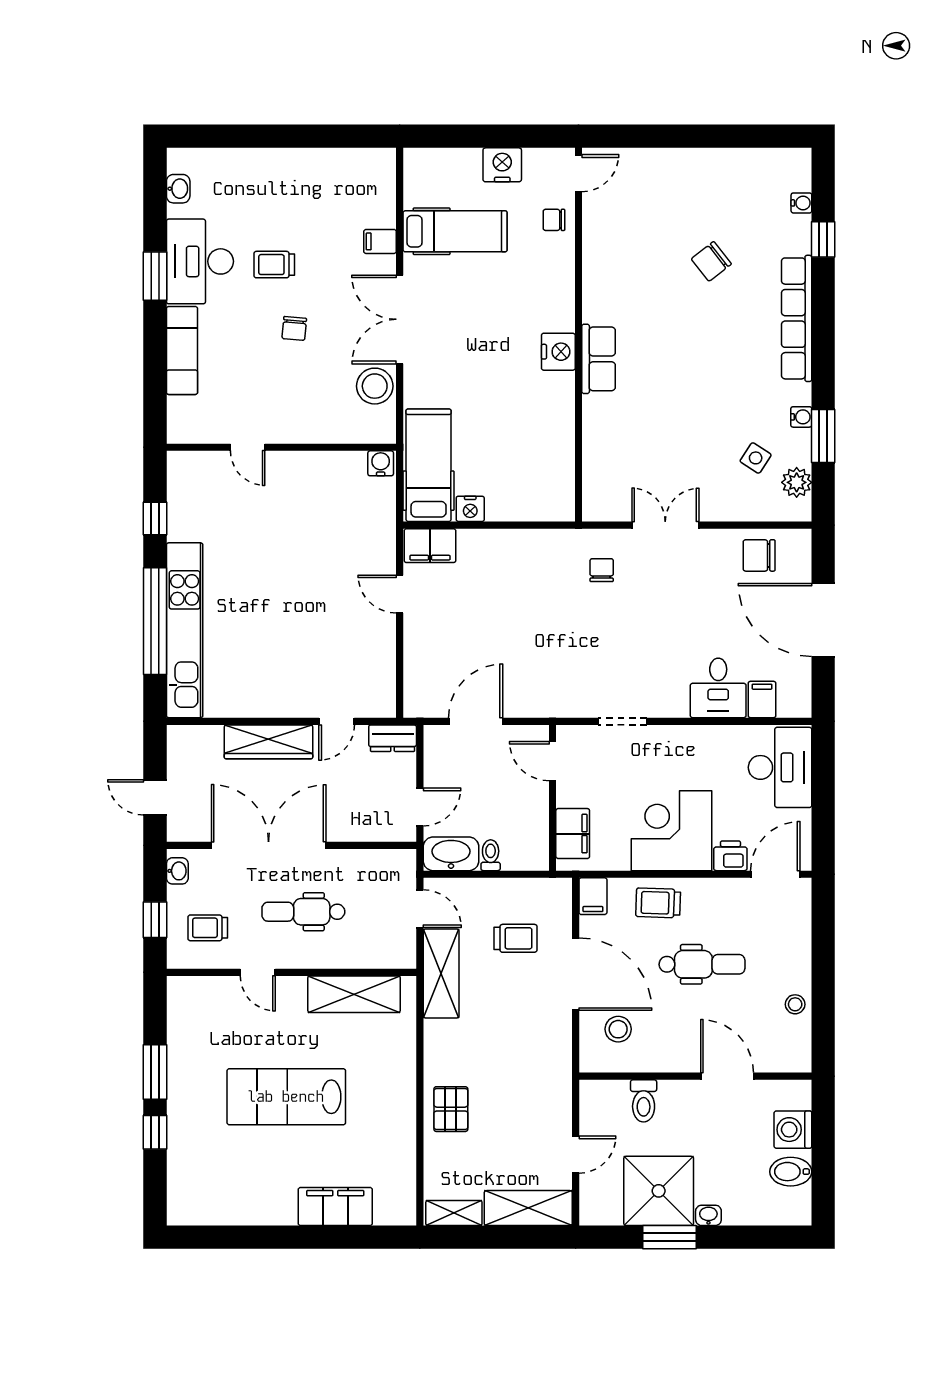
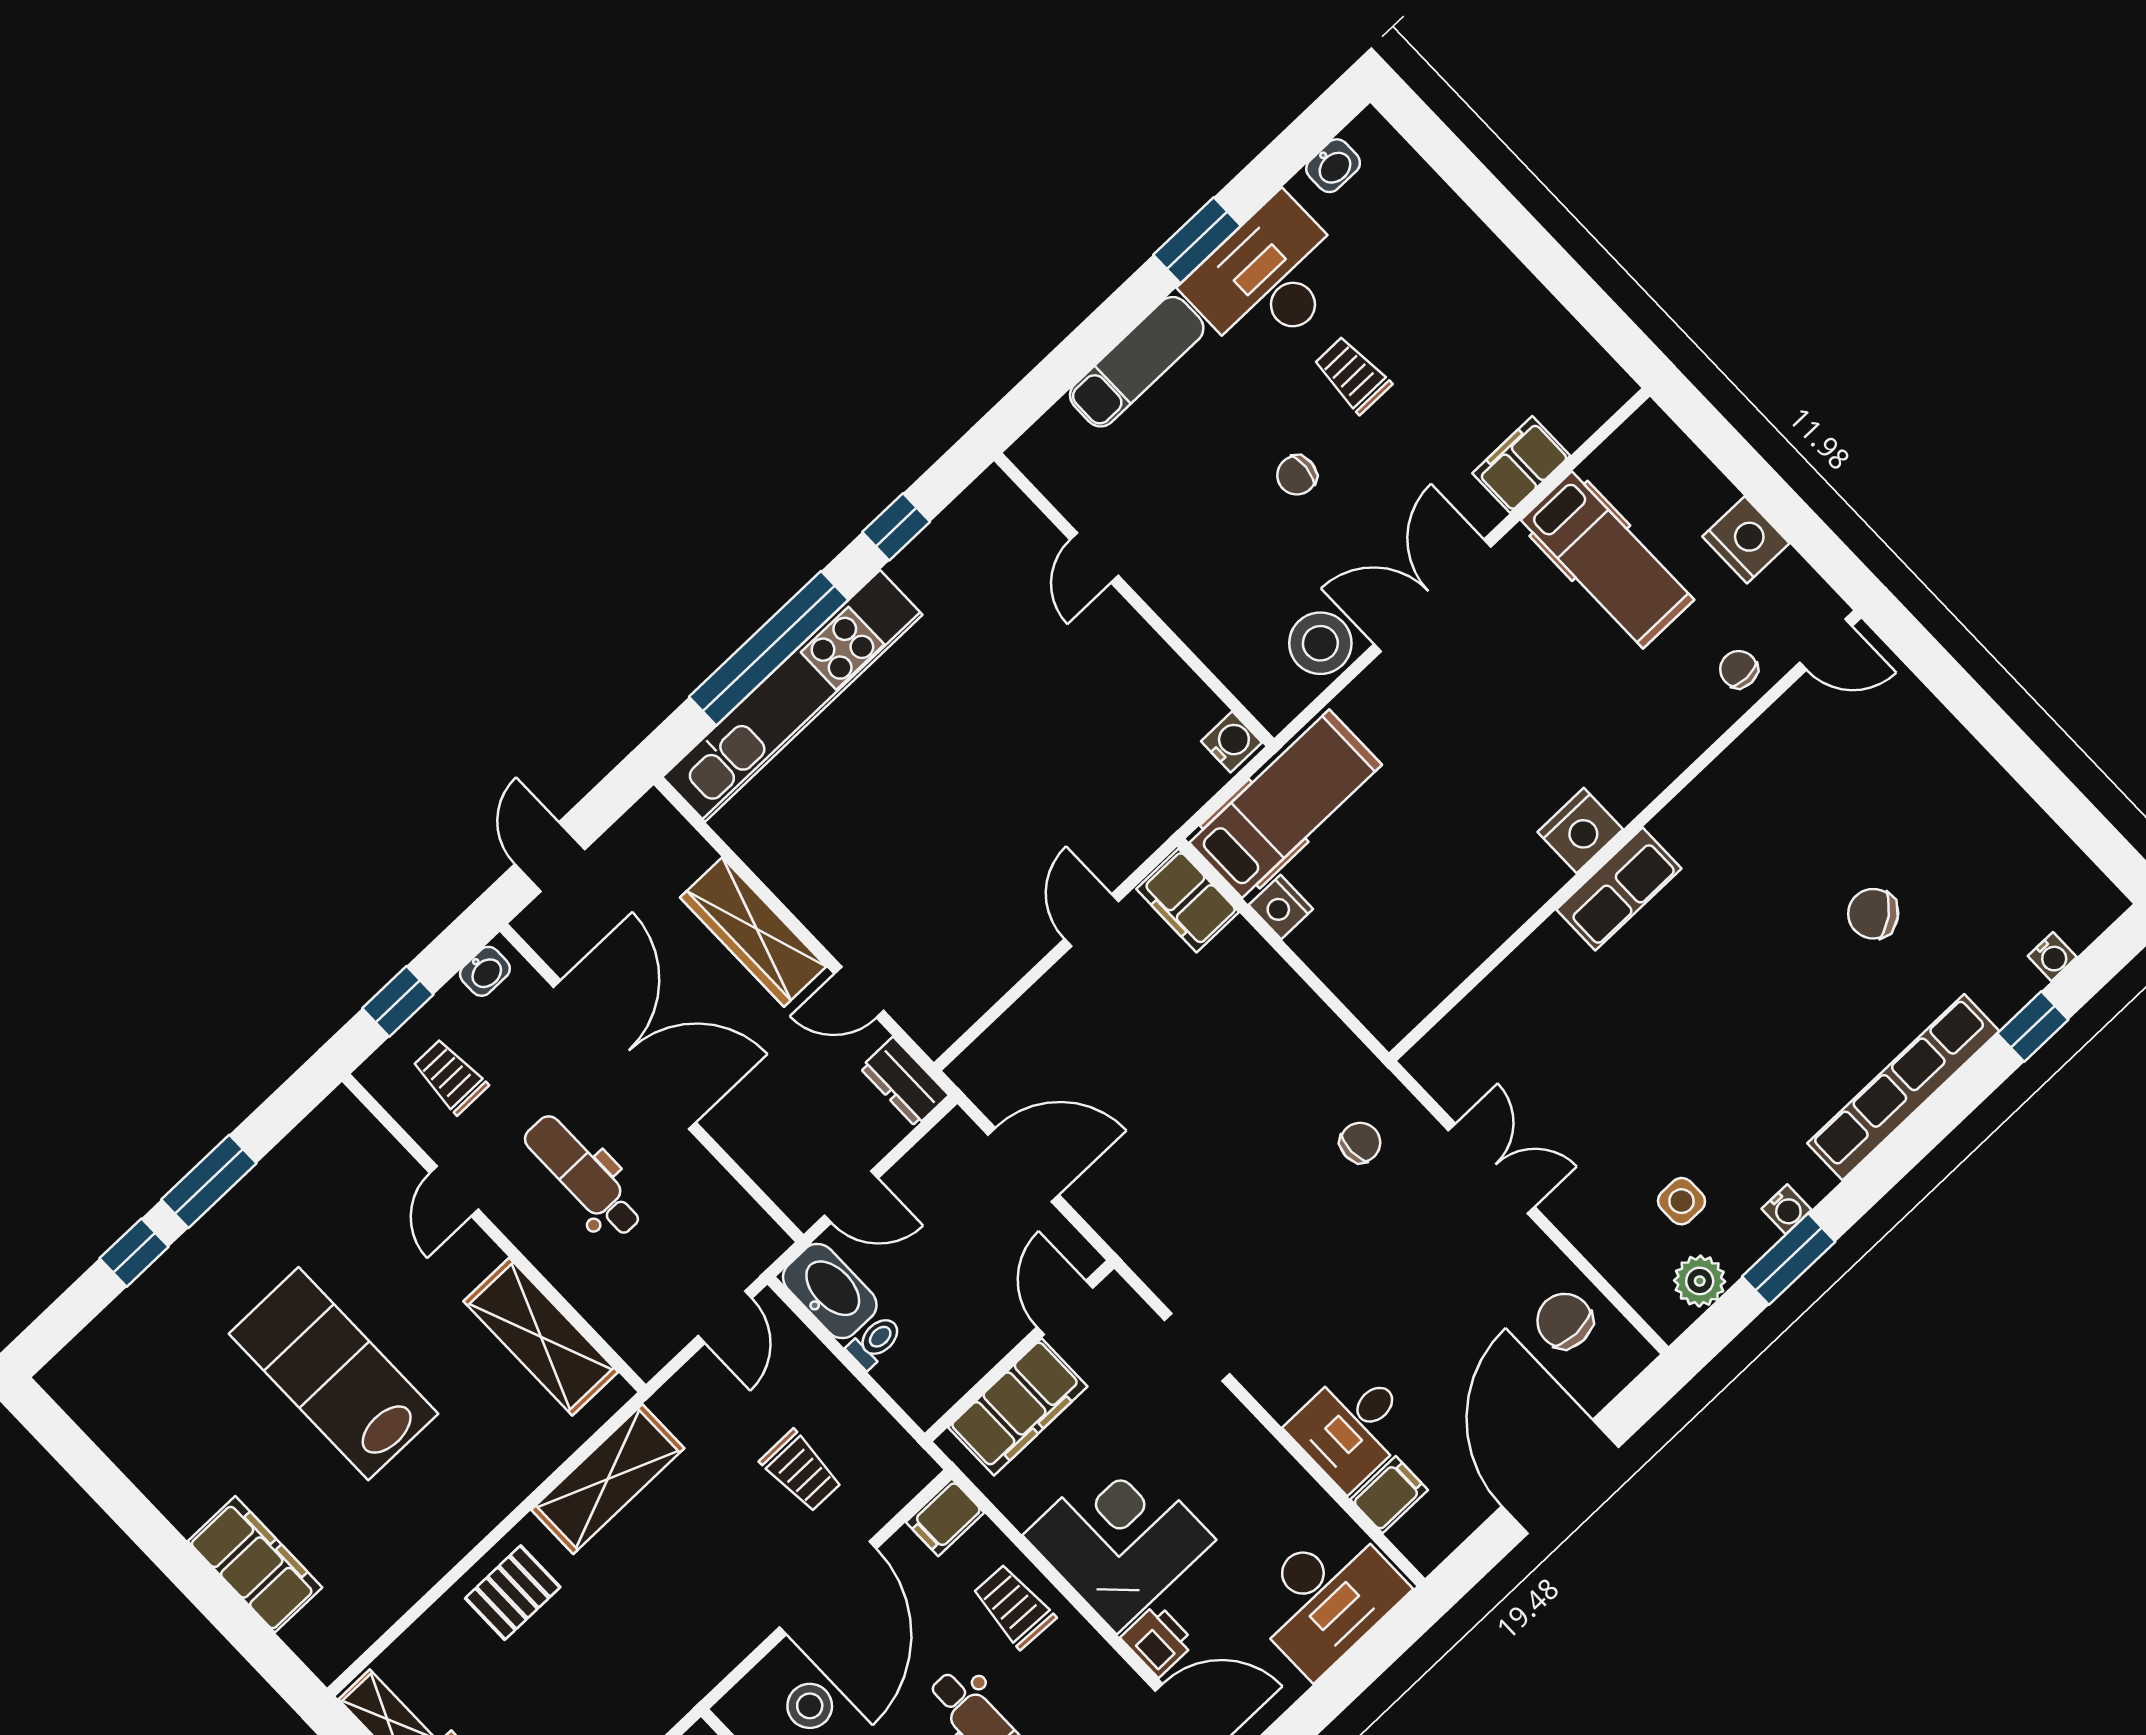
filing cabinet: (380, 241) -> (1521, 464), width x2.00
side table: (756, 458) -> (1681, 1201), turned -33
filing cabinet: (573, 834) -> (1018, 1407), width x1.50, depth x1.17
shelving: (441, 973) -> (608, 1479), moved

